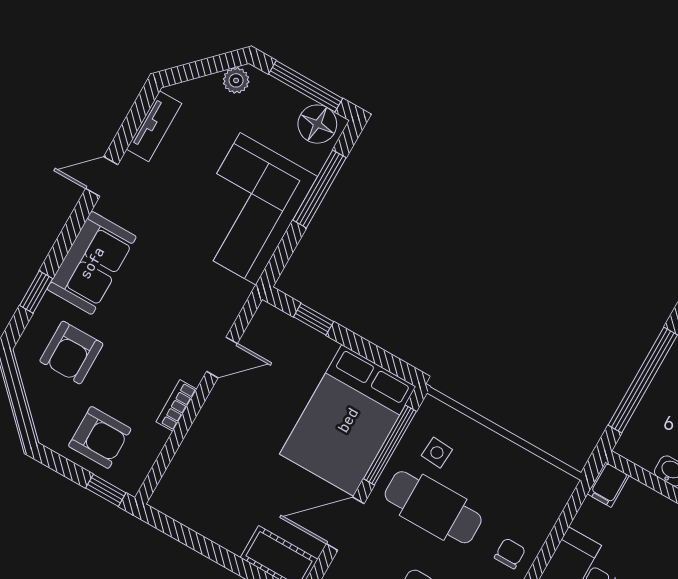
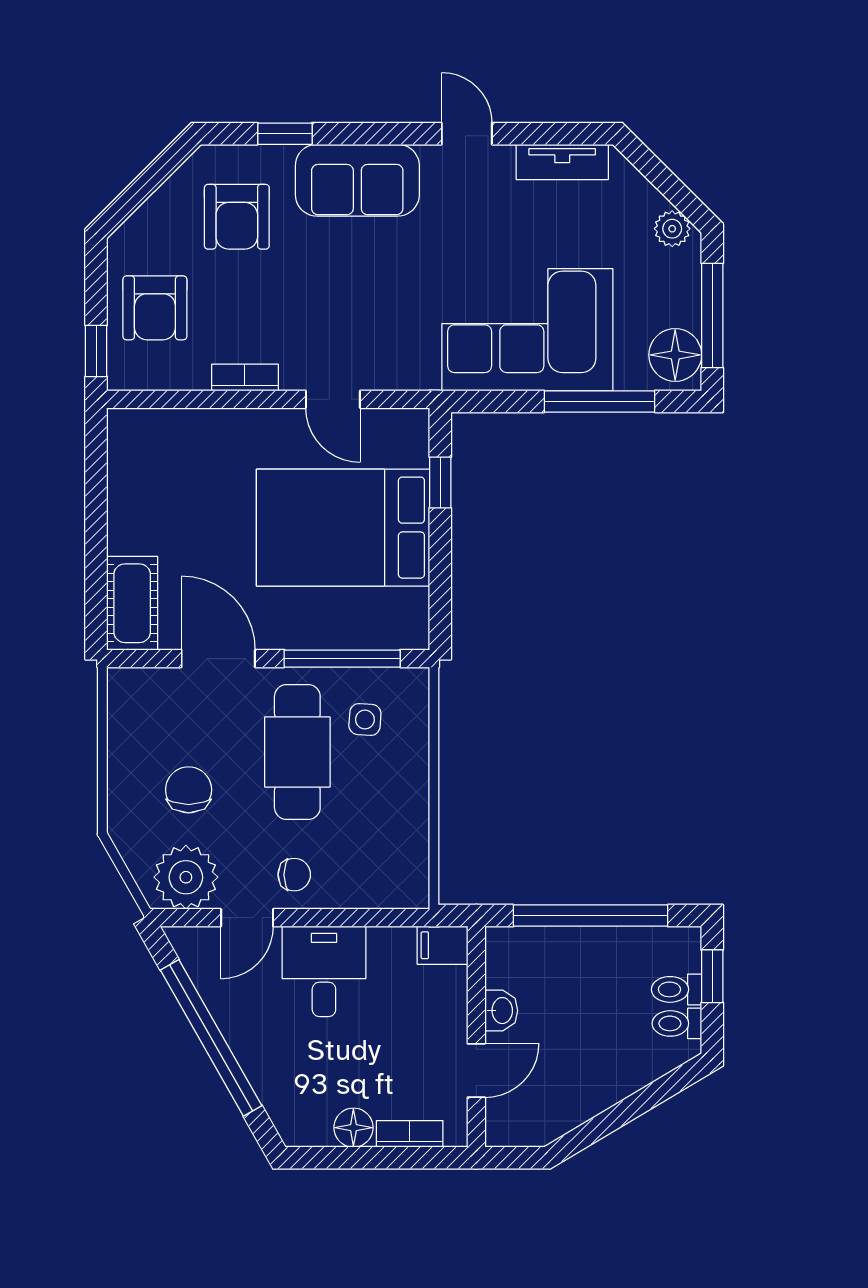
armchair: (71, 353) -> (237, 217), turned -90
bed: (348, 420) -> (343, 528), moved

